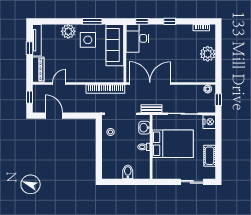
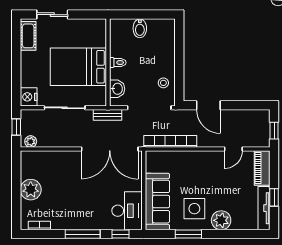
window: (170, 21) -> (83, 234), width x2.17
door: (54, 116) -> (208, 105), moved
cot: (210, 156) -> (28, 36), moved

